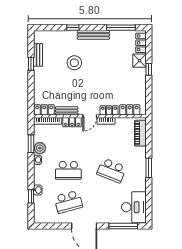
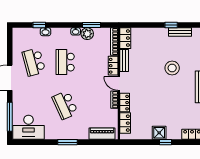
shower: (139, 61) -> (159, 133), moved
school desk: (112, 170) -> (65, 105), turned -45

